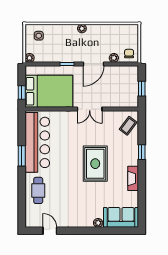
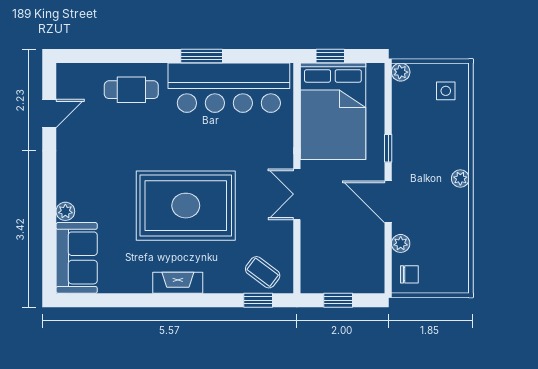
window: (142, 152) -> (258, 300), moved
rug: (95, 164) -> (186, 206), width x1.37, depth x1.44
fireplace: (133, 178) -> (178, 283), moved

